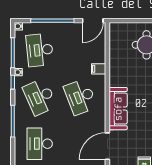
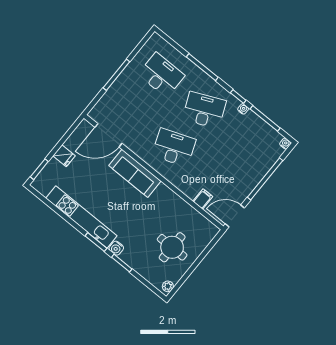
door: (93, 21) -> (235, 216), hinge flipped
desk: (40, 50) -> (247, 145), removed
filing cabinet: (99, 69) -> (203, 199), moved
door: (107, 146) -> (108, 135), swing flipped

